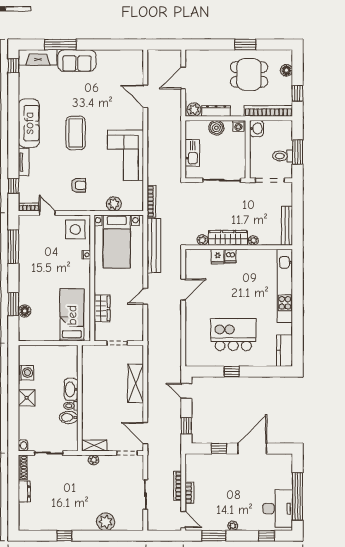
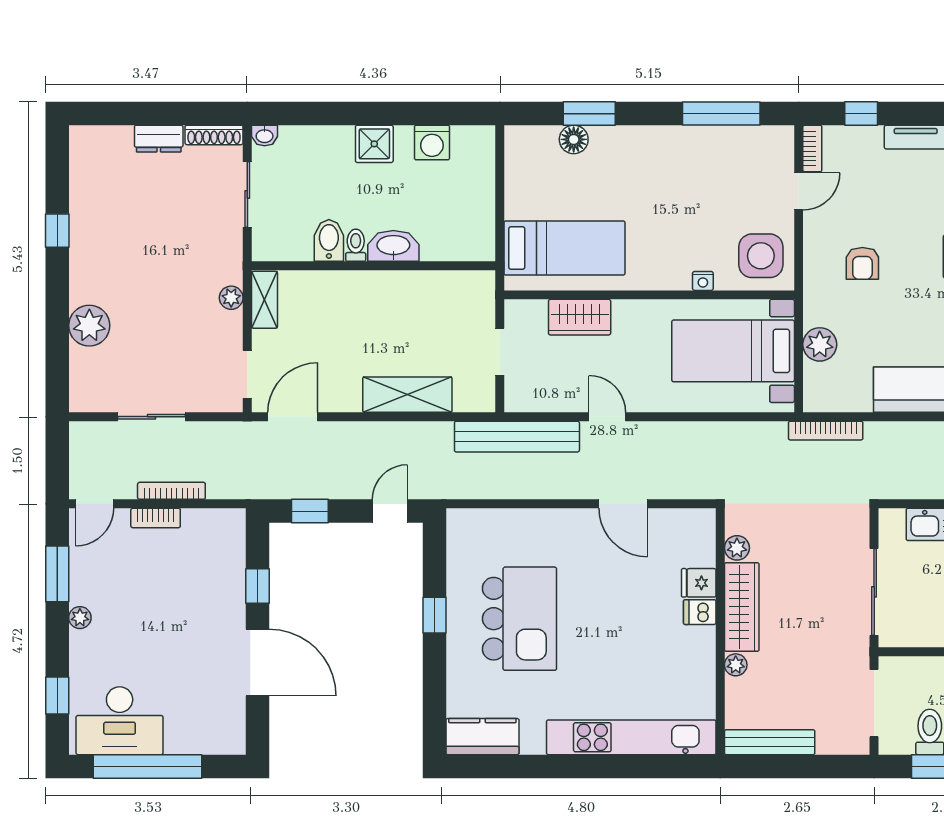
bench: (154, 246) -> (517, 437), moved

